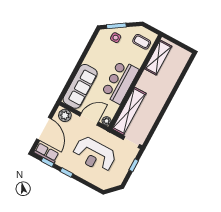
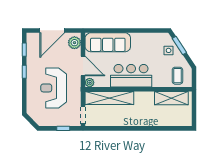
row of seats: (46, 153) -> (32, 44), removed

